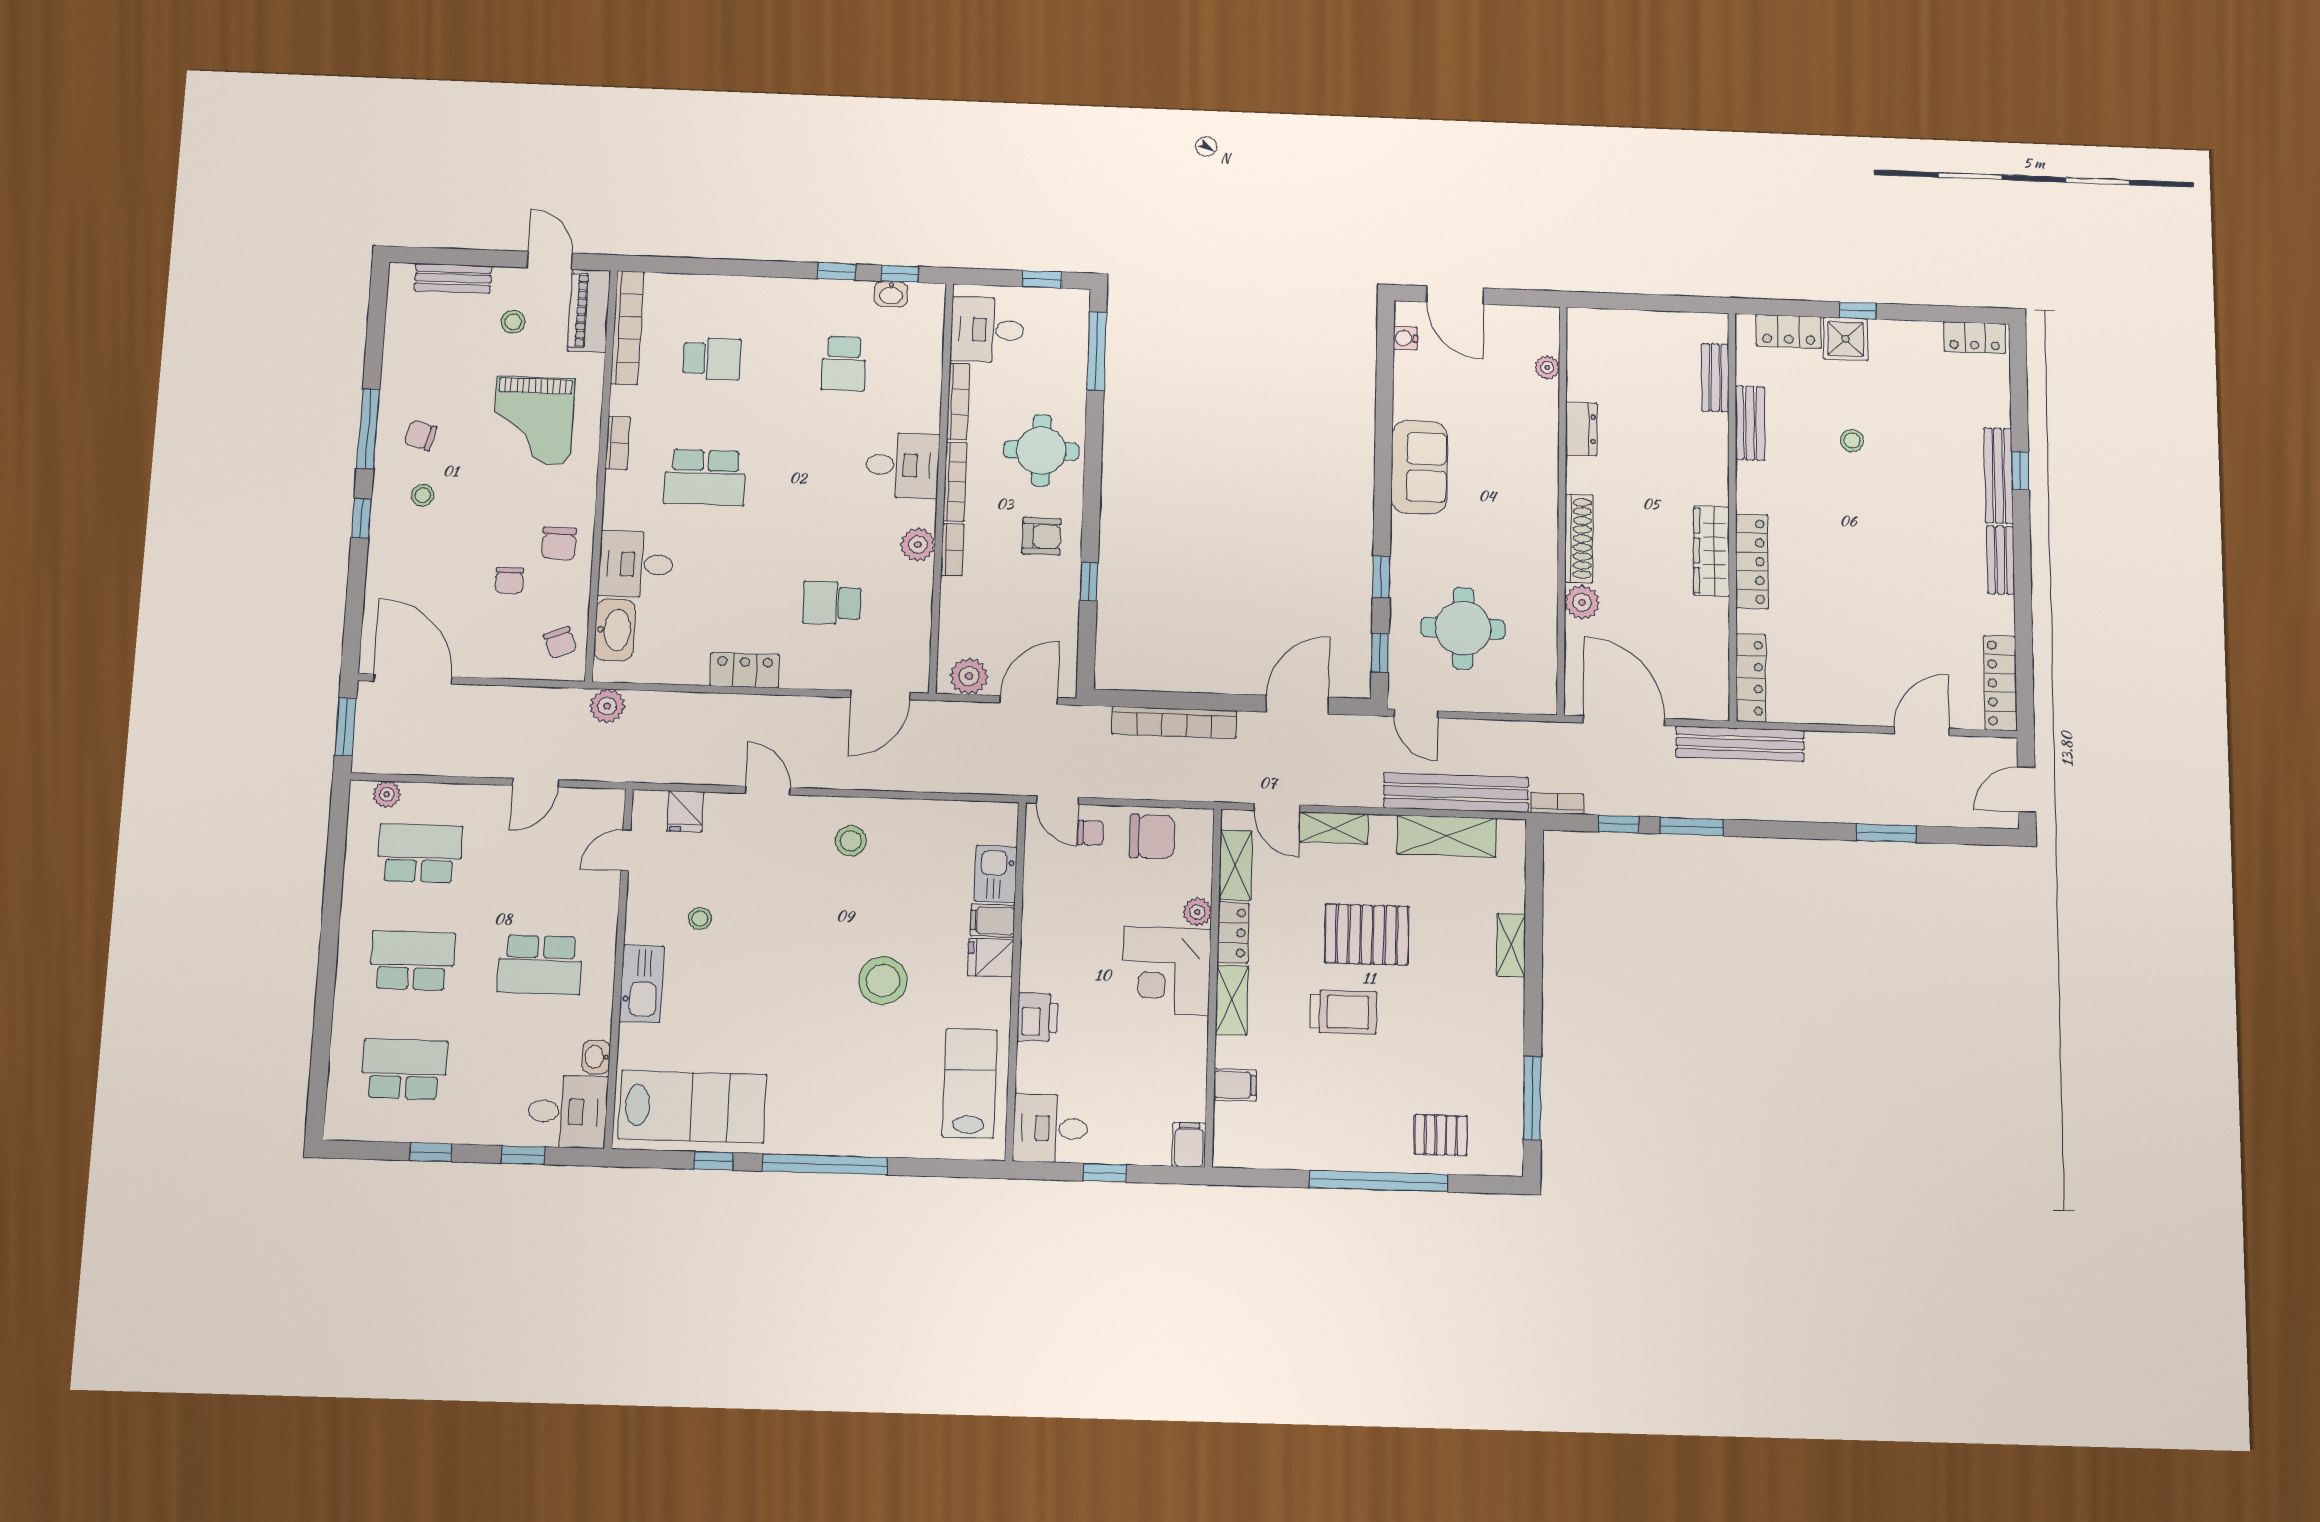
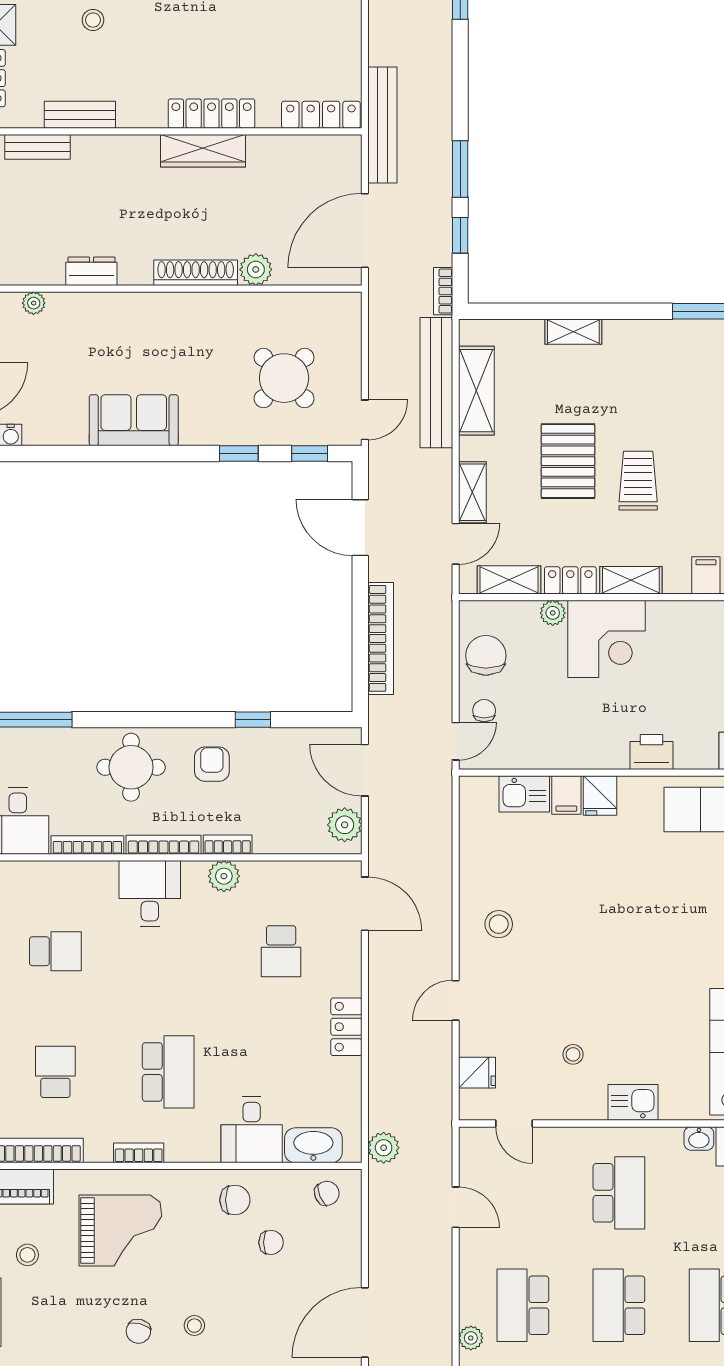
round table: (1463, 628) -> (284, 378), turned 45
stool: (883, 981) -> (623, 890), removed
kitchen sink: (642, 984) -> (633, 1102), width x0.73

